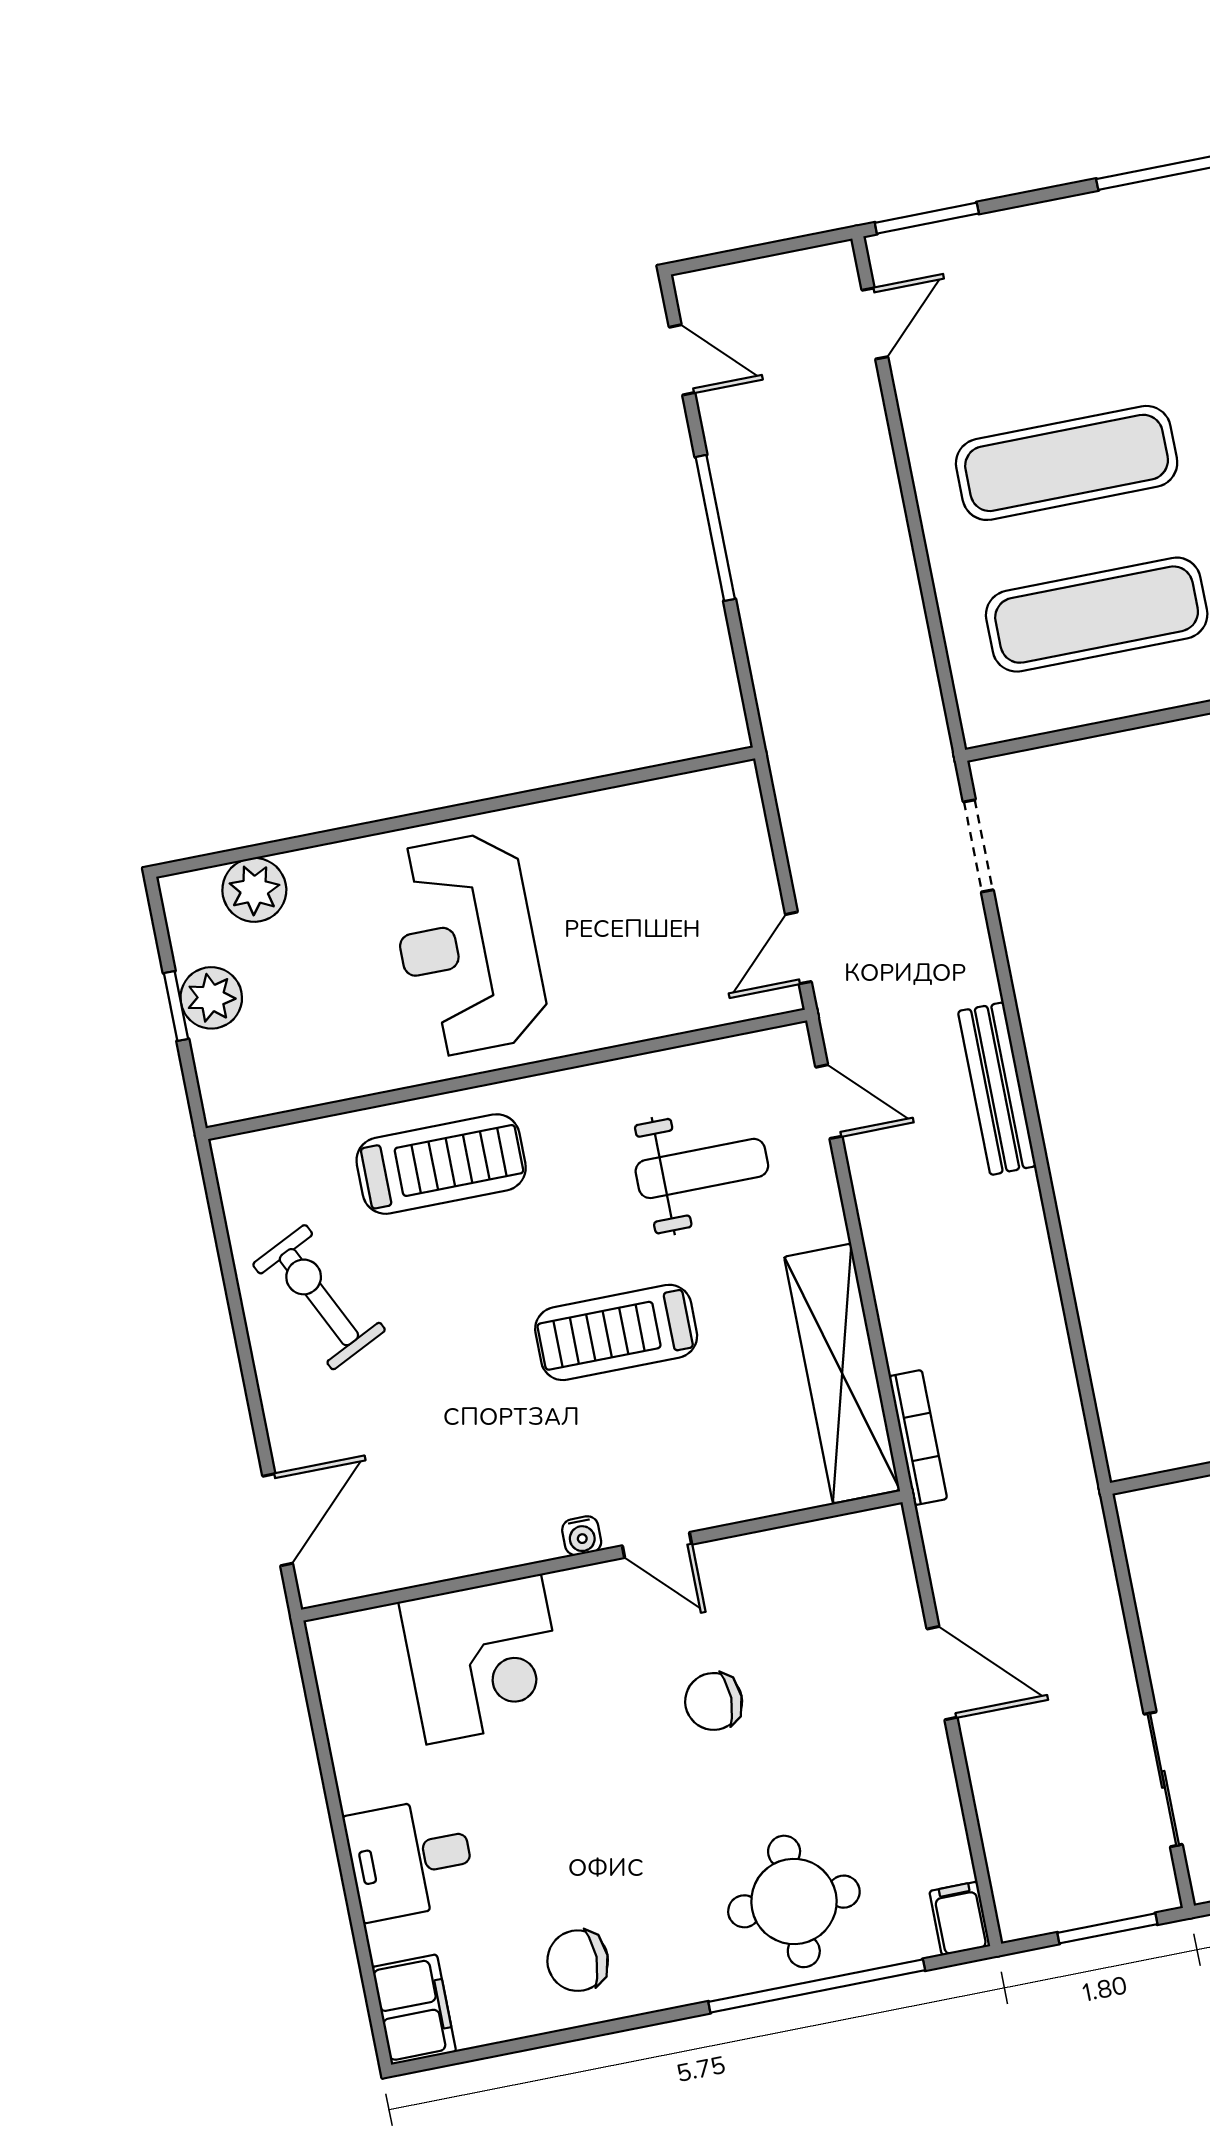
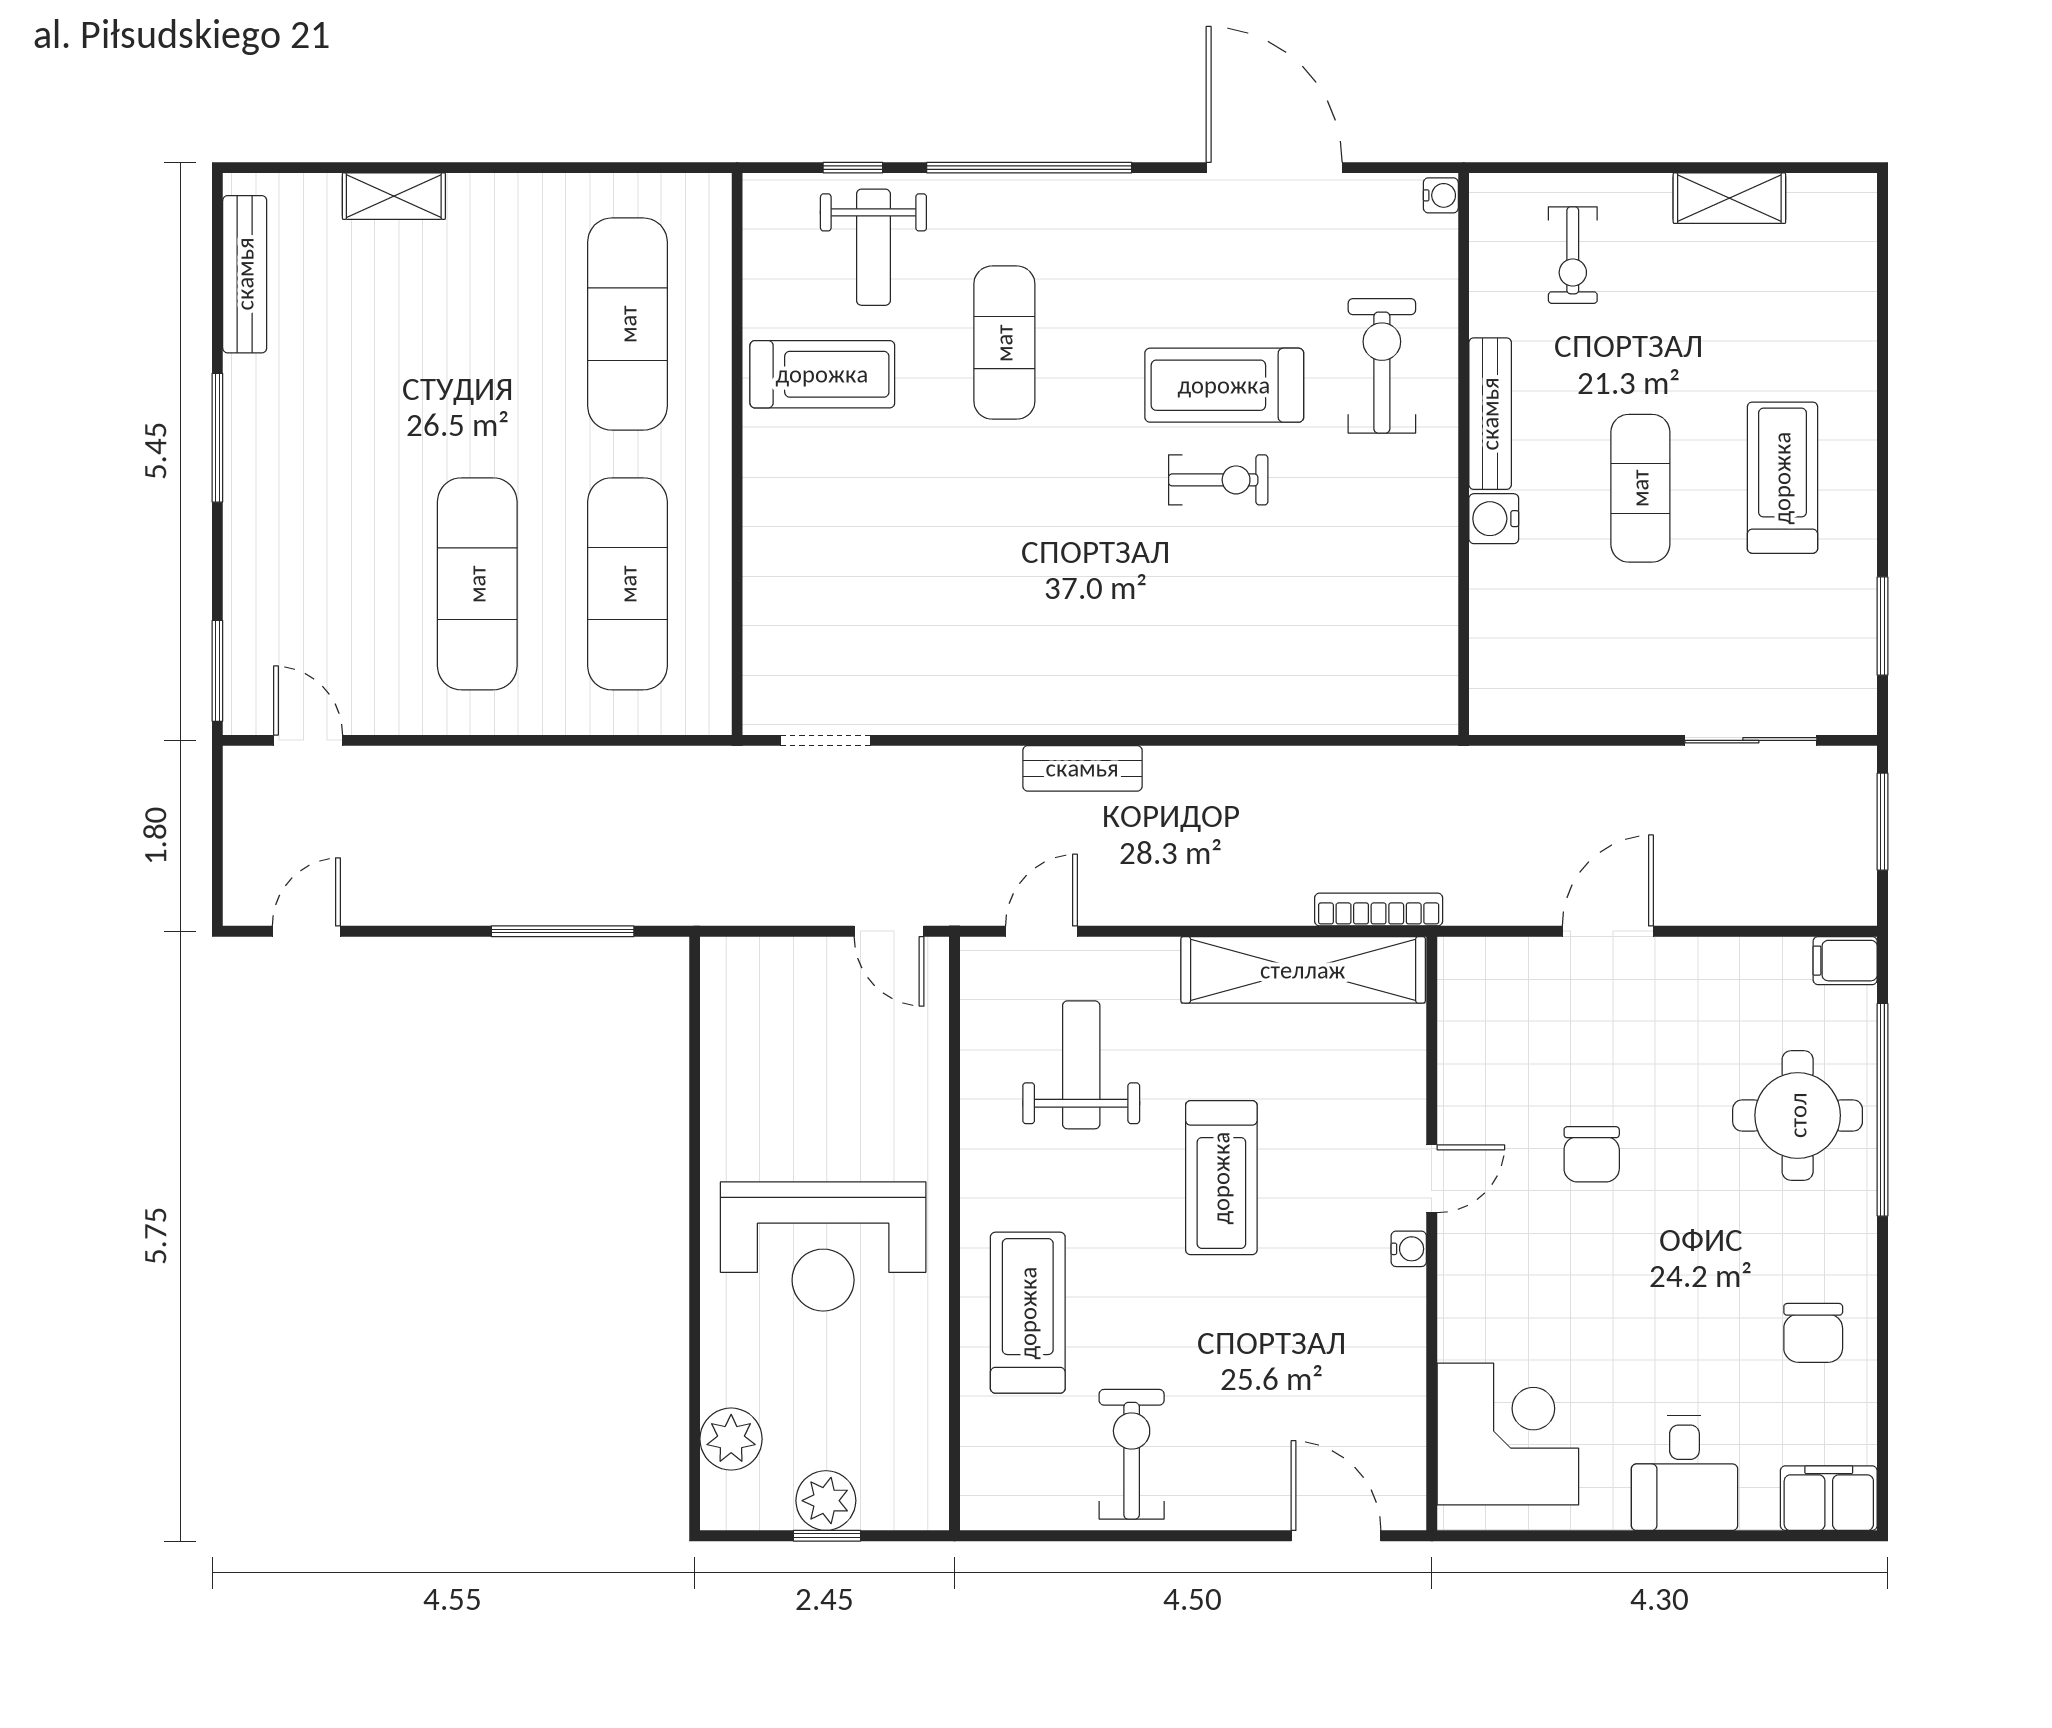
window: (715, 528) -> (563, 931), moved
bench: (997, 1089) -> (1082, 768), width x0.73
exercise bike: (319, 1297) -> (1132, 1454), turned 116
corner desk: (484, 1659) -> (1508, 1434), moved

